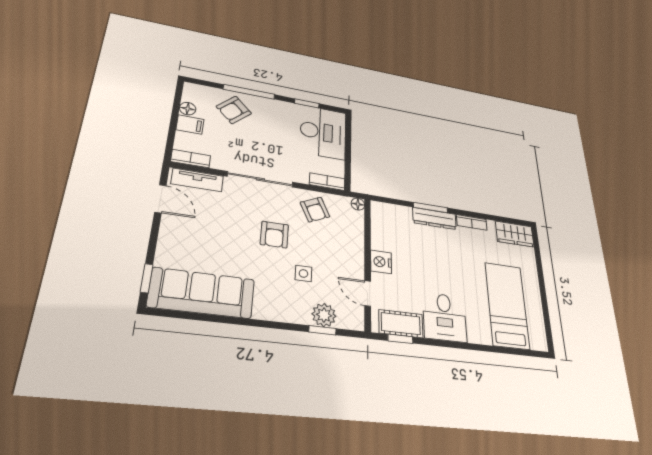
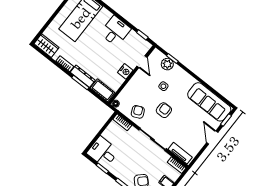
desk: (323, 132) -> (103, 152), width x0.73
door: (160, 199) -> (212, 137), moved
cot: (401, 324) -> (103, 90), moved

